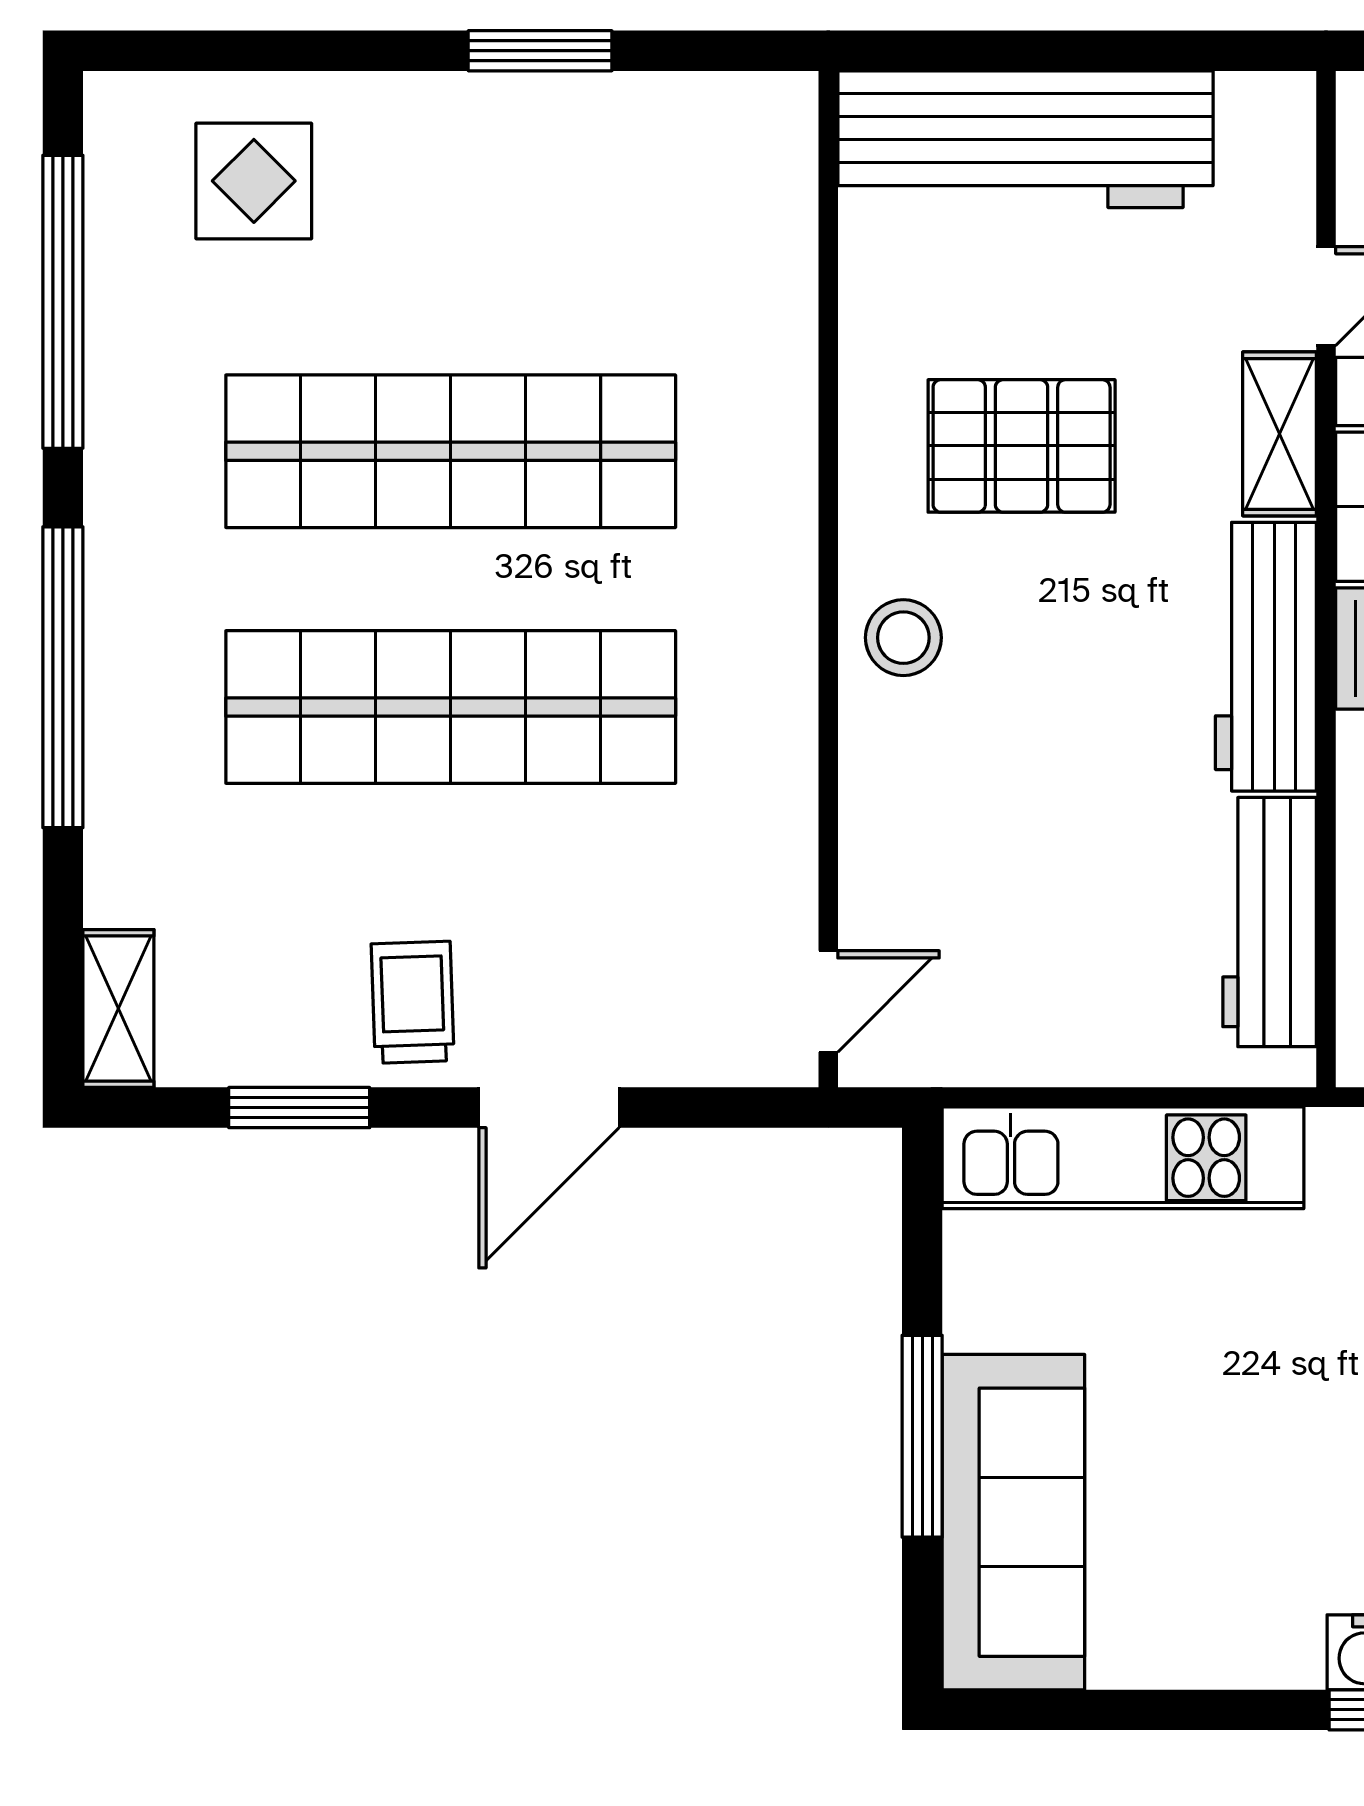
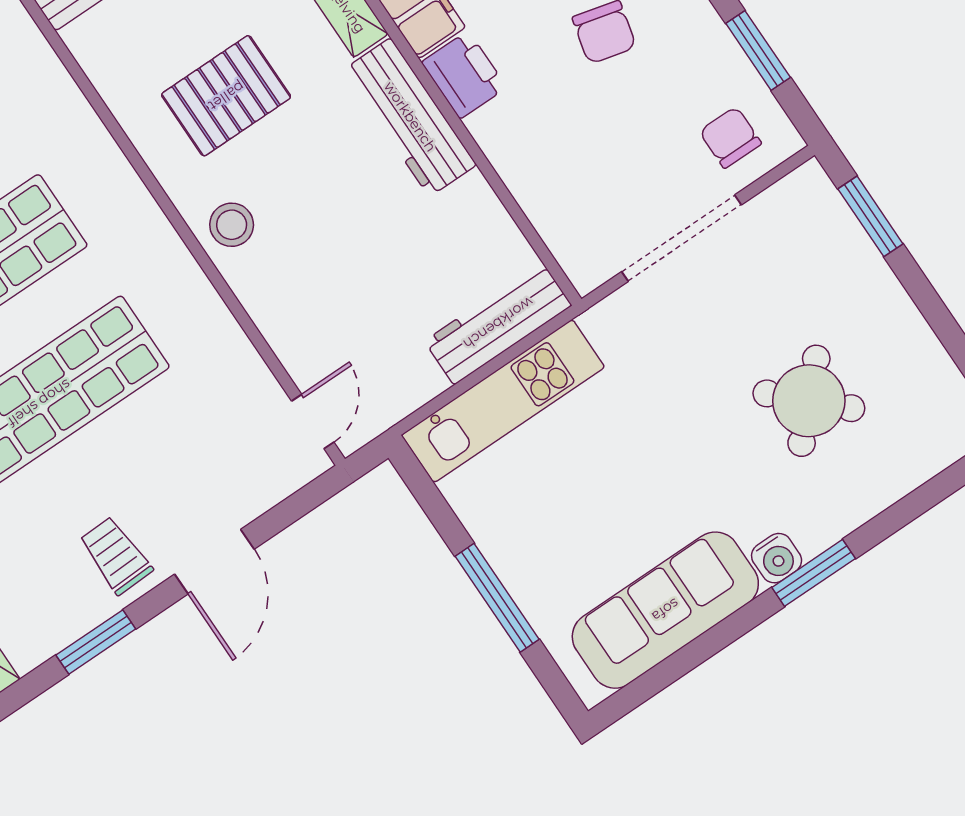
workbench: (1270, 922) -> (498, 323), moved, turned 90
sofa: (1013, 1522) -> (665, 610), moved, turned -90

